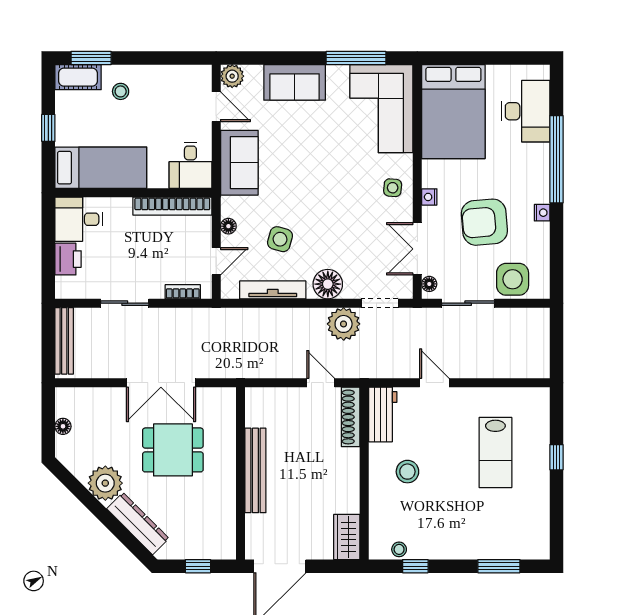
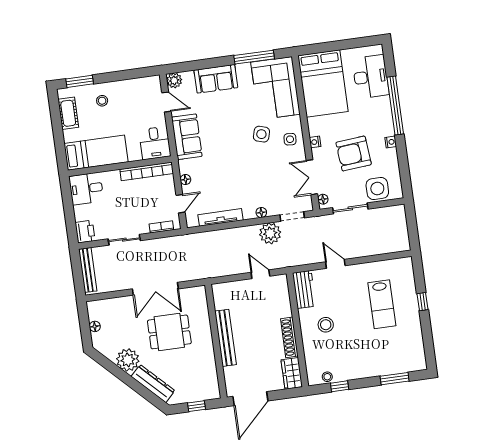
cot: (78, 77) -> (68, 113), moved, turned 90
window: (48, 128) -> (58, 131), removed
side table: (280, 239) -> (261, 134), moved
printer: (68, 259) -> (85, 232), moved
floor lamp: (328, 284) -> (261, 212), width x0.53, depth x0.53
shoe rack: (351, 417) -> (289, 337), moved

